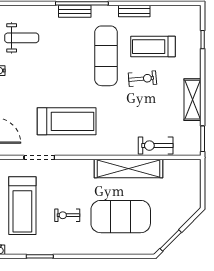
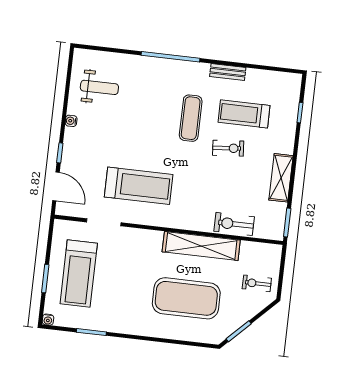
bench: (75, 11) -> (162, 65), removed
exercise mat: (106, 56) -> (191, 118), width x0.73, depth x0.69
exercise bike: (67, 215) -> (257, 283), moved

